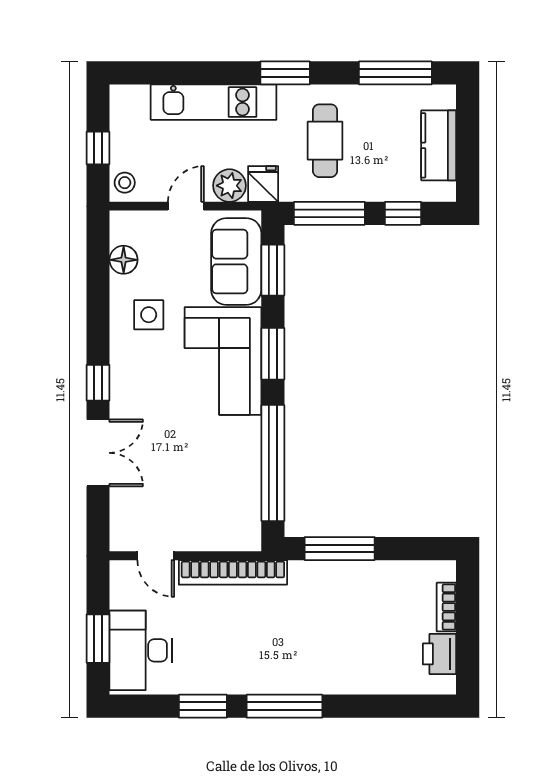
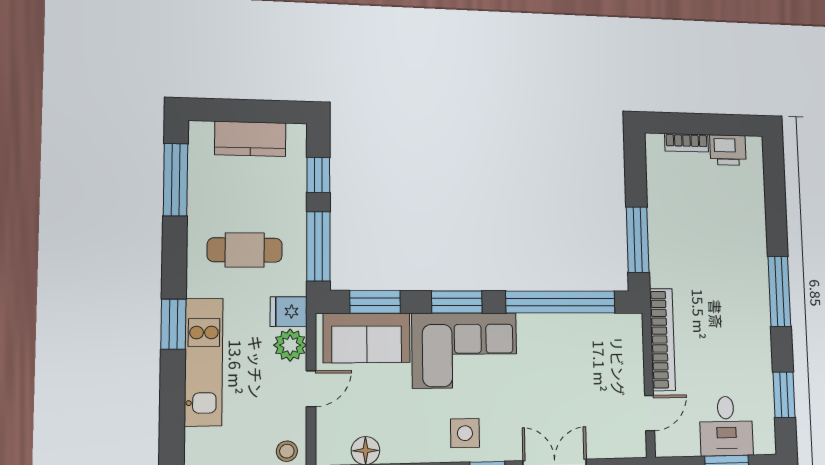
window: (285, 73) -> (173, 324), moved
door: (186, 206) -> (311, 389), swing flipped
side table: (149, 315) -> (465, 433), moved
desk: (141, 650) -> (726, 426), width x0.73
window: (203, 706) -> (784, 395), moved

